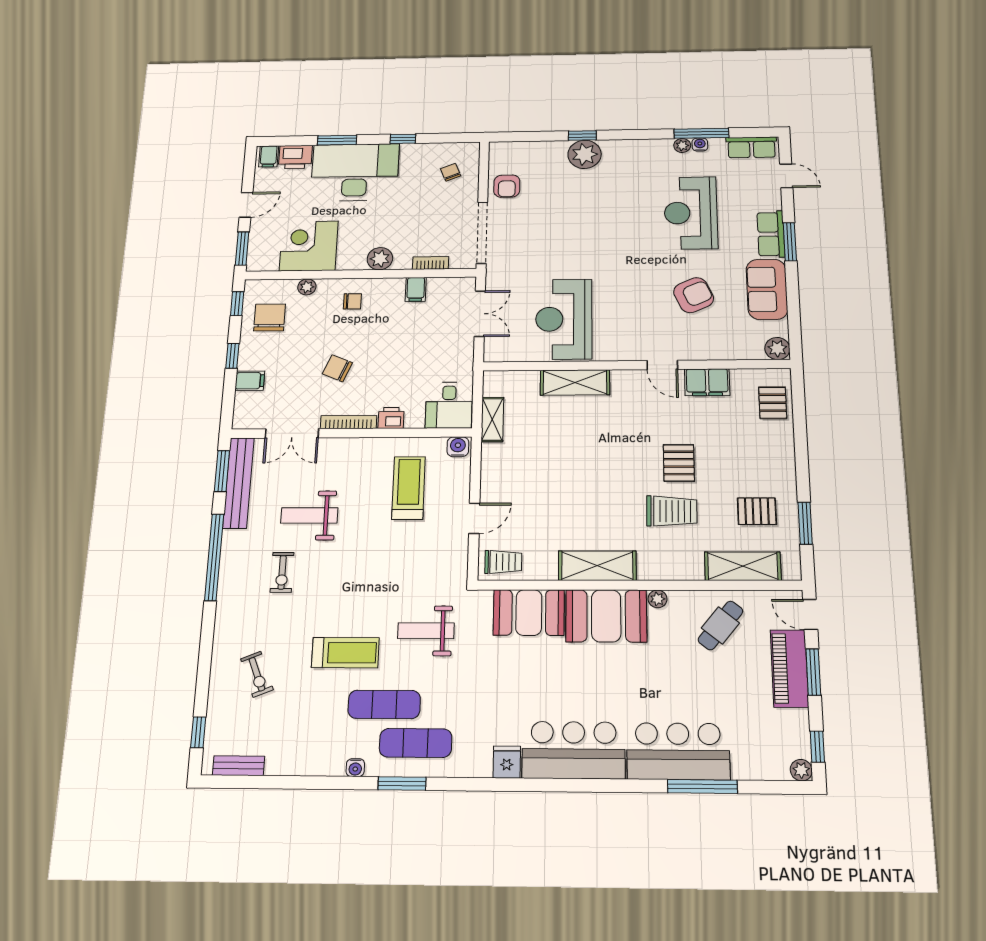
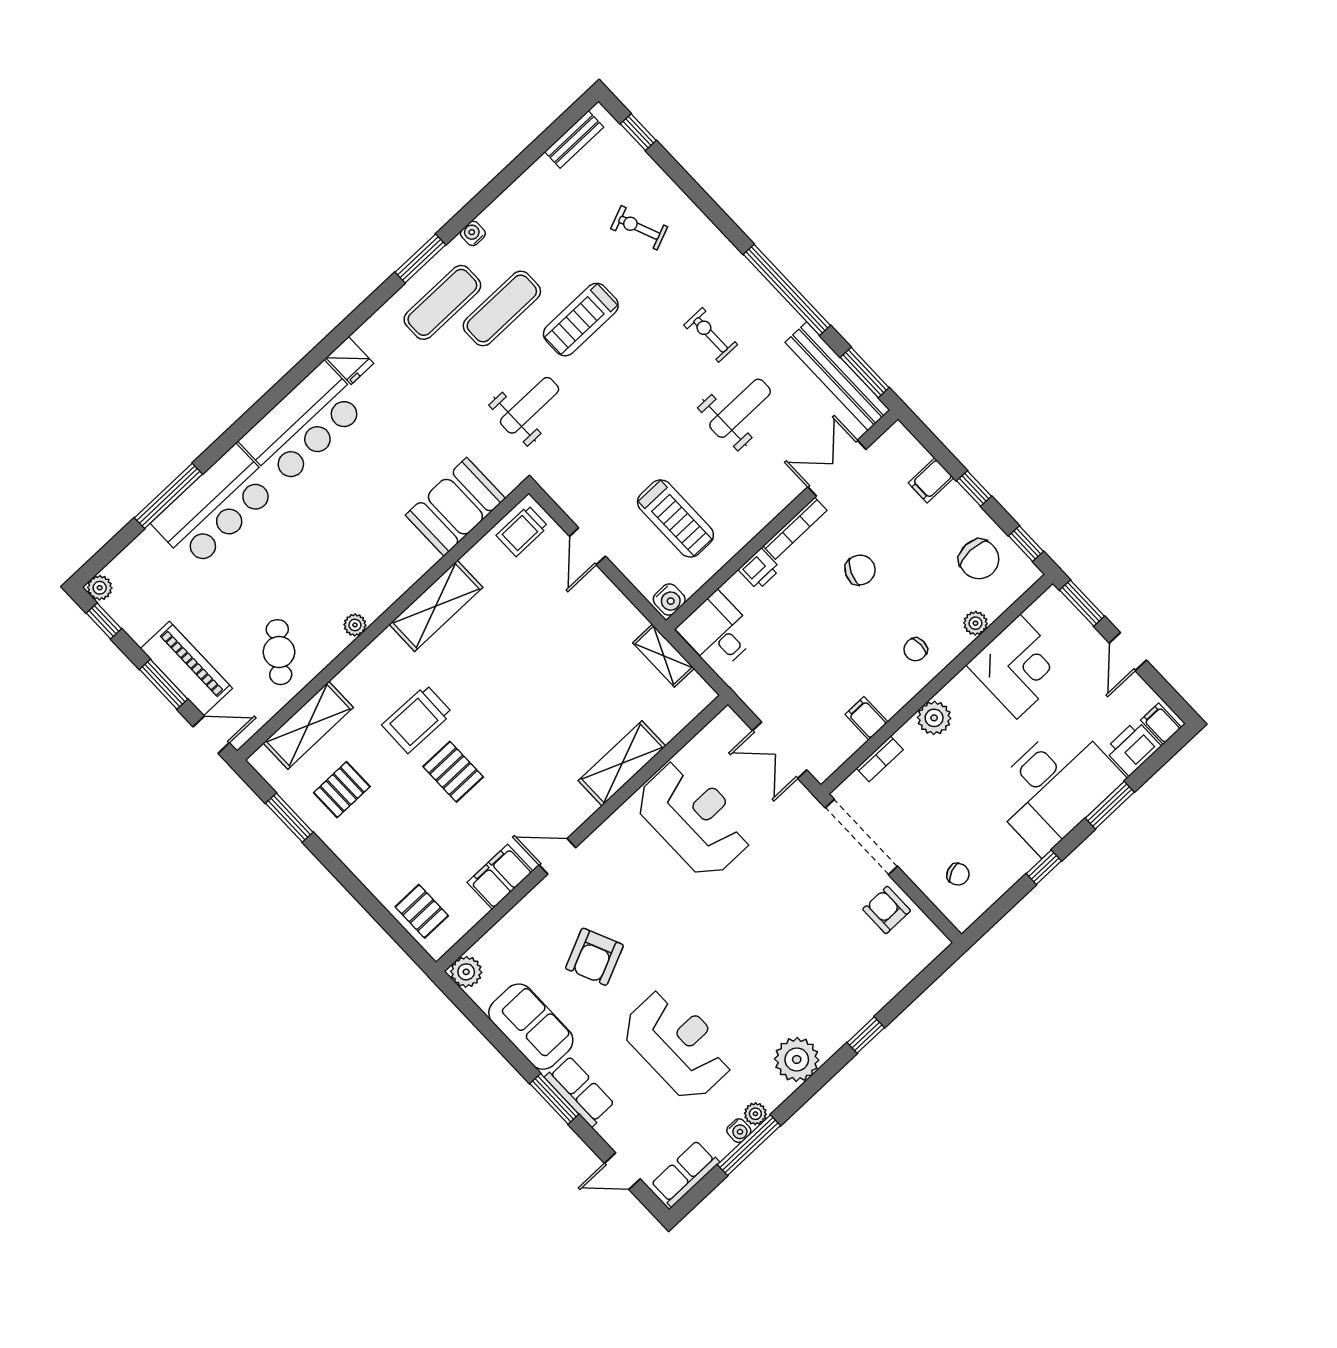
plant: (585, 154) -> (797, 1059), moved
booth: (606, 616) -> (385, 567), removed

